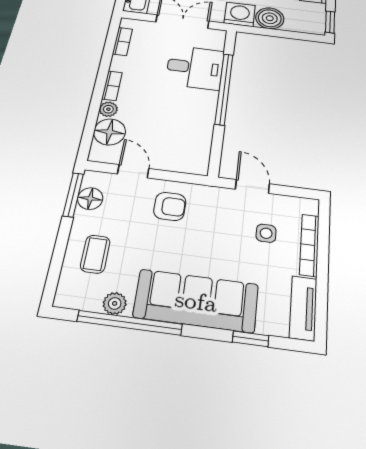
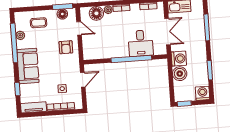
door: (133, 171) -> (79, 28), hinge flipped
sofa: (196, 301) -> (28, 66), width x0.73

